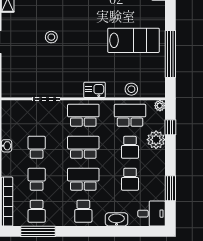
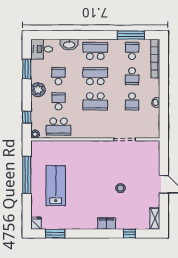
lab bench: (134, 40) -> (56, 186), turned 90
stool: (131, 89) -> (57, 147), removed
kitchen sink: (95, 90) -> (86, 147), removed
school desk: (83, 115) -> (95, 127), removed
plant: (156, 140) -> (38, 90), moved
school desk: (83, 179) -> (95, 76), turned 180
school desk: (83, 211) -> (95, 51), width x1.85

